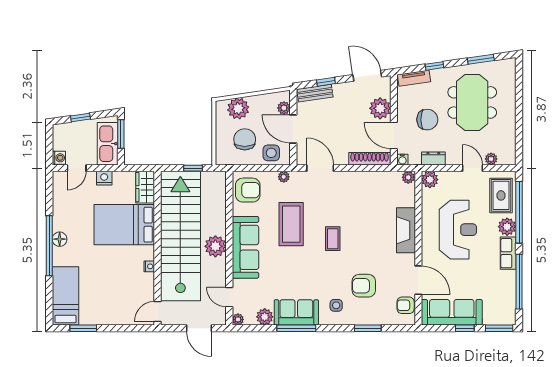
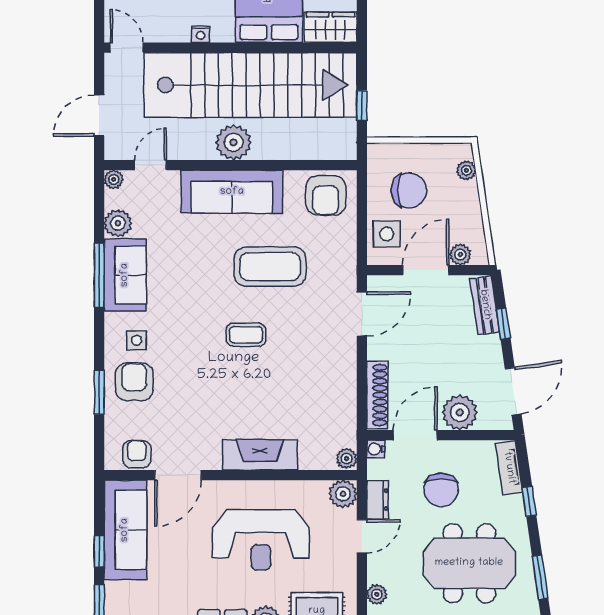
plant: (238, 109) -> (466, 170), width x0.53, depth x0.53
door: (472, 168) -> (362, 536), moved
plant: (284, 177) -> (347, 254), removed
armchair: (364, 286) -> (134, 382), moved

